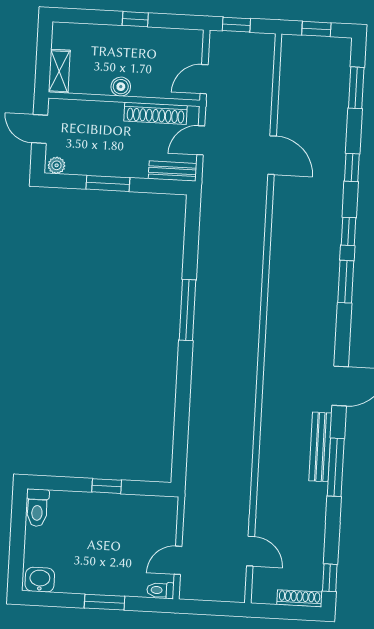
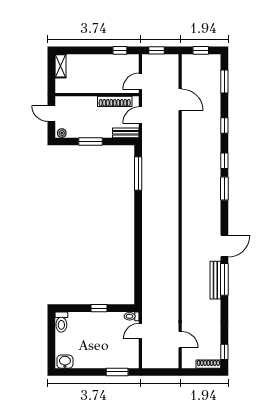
window: (135, 19) -> (120, 50), moved
shelving: (59, 71) -> (60, 66), moved
boiler: (121, 87) -> (95, 88), removed
door: (272, 155) -> (180, 100), moved
window: (188, 310) -> (138, 173), moved
window: (336, 467) -> (224, 279), moved
door: (178, 560) -> (140, 331), moved
toilet: (160, 590) -> (132, 316), moved
window: (104, 602) -> (117, 372), moved

